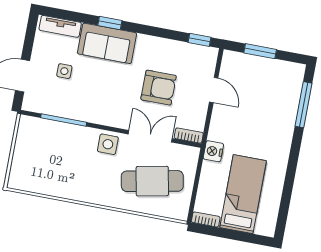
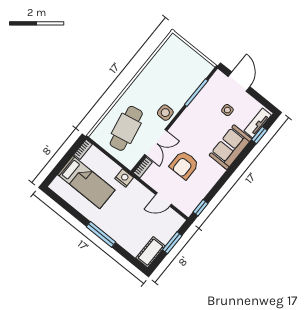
window: (110, 23) -> (259, 135), moved
cot: (285, 71) -> (151, 252), added
window: (303, 105) -> (101, 234), moved

